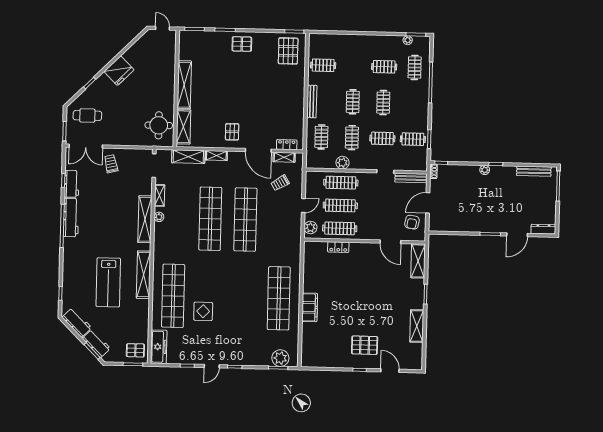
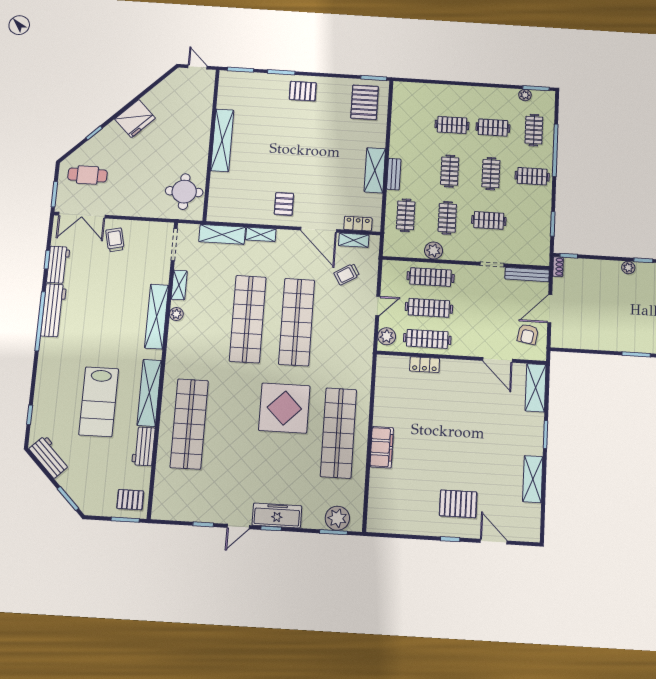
clothes rail: (323, 65) -> (452, 125), moved
bench: (312, 101) -> (394, 174), width x0.73
shelving: (183, 127) -> (375, 170), moved
clothes rail: (413, 139) -> (532, 176), moved
display table: (203, 311) -> (284, 408), moved, width x1.86, depth x1.86
workbench: (96, 343) -> (144, 446), moved, turned -135
freezer: (159, 347) -> (277, 515), moved, turned -90

